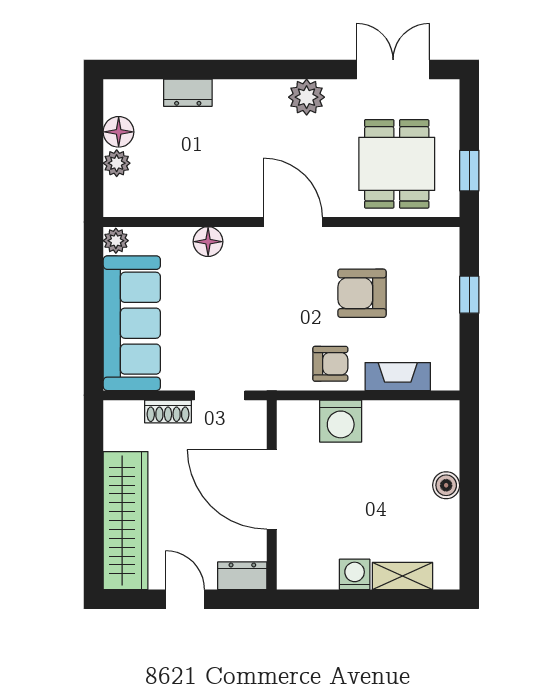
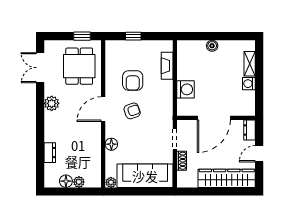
dining table: (397, 164) -> (79, 66), turned 90
armchair: (330, 364) -> (132, 111), moved, turned 71

